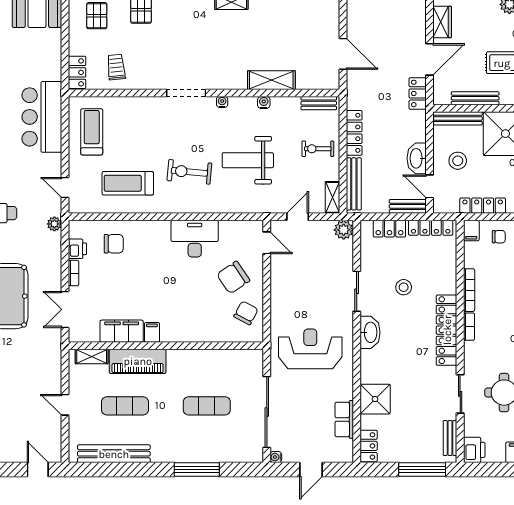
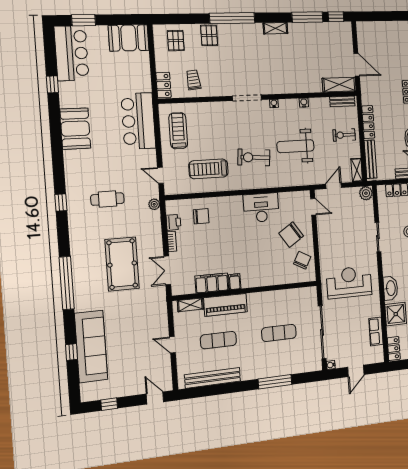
shelving: (271, 80) -> (339, 85), moved
washbasin: (370, 332) -> (390, 288), moved

